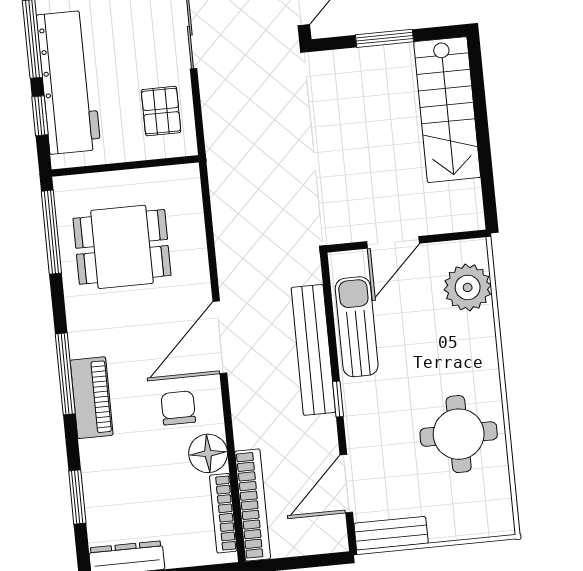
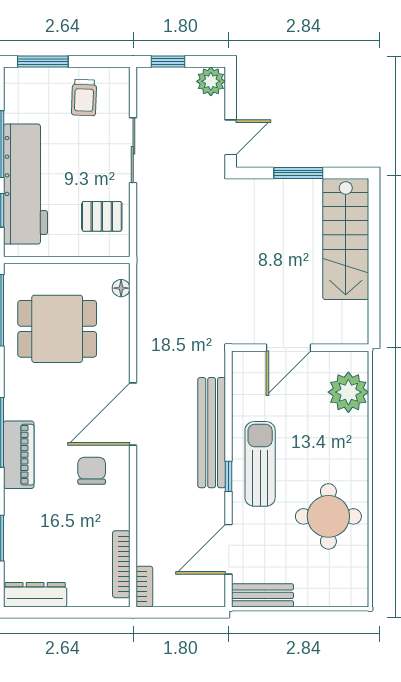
pallet: (161, 111) -> (102, 216), turned 90
sun lounger: (357, 327) -> (260, 464), moved
floor lamp: (208, 453) -> (121, 288), moved, width x0.53, depth x0.53
bookcase: (253, 505) -> (144, 587), width x0.43, depth x0.76

